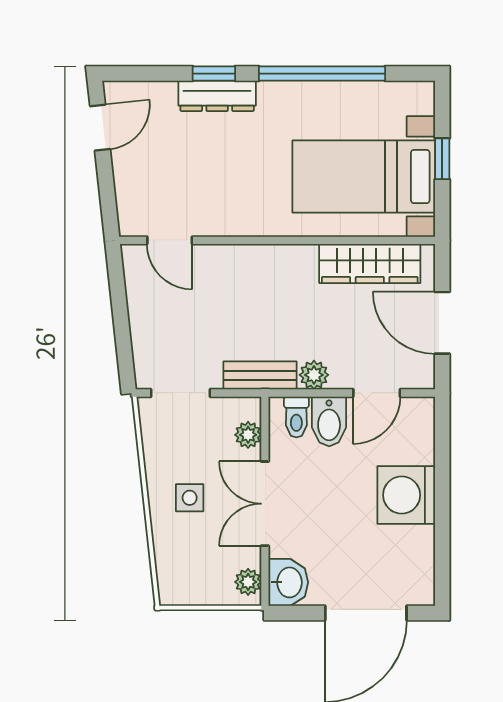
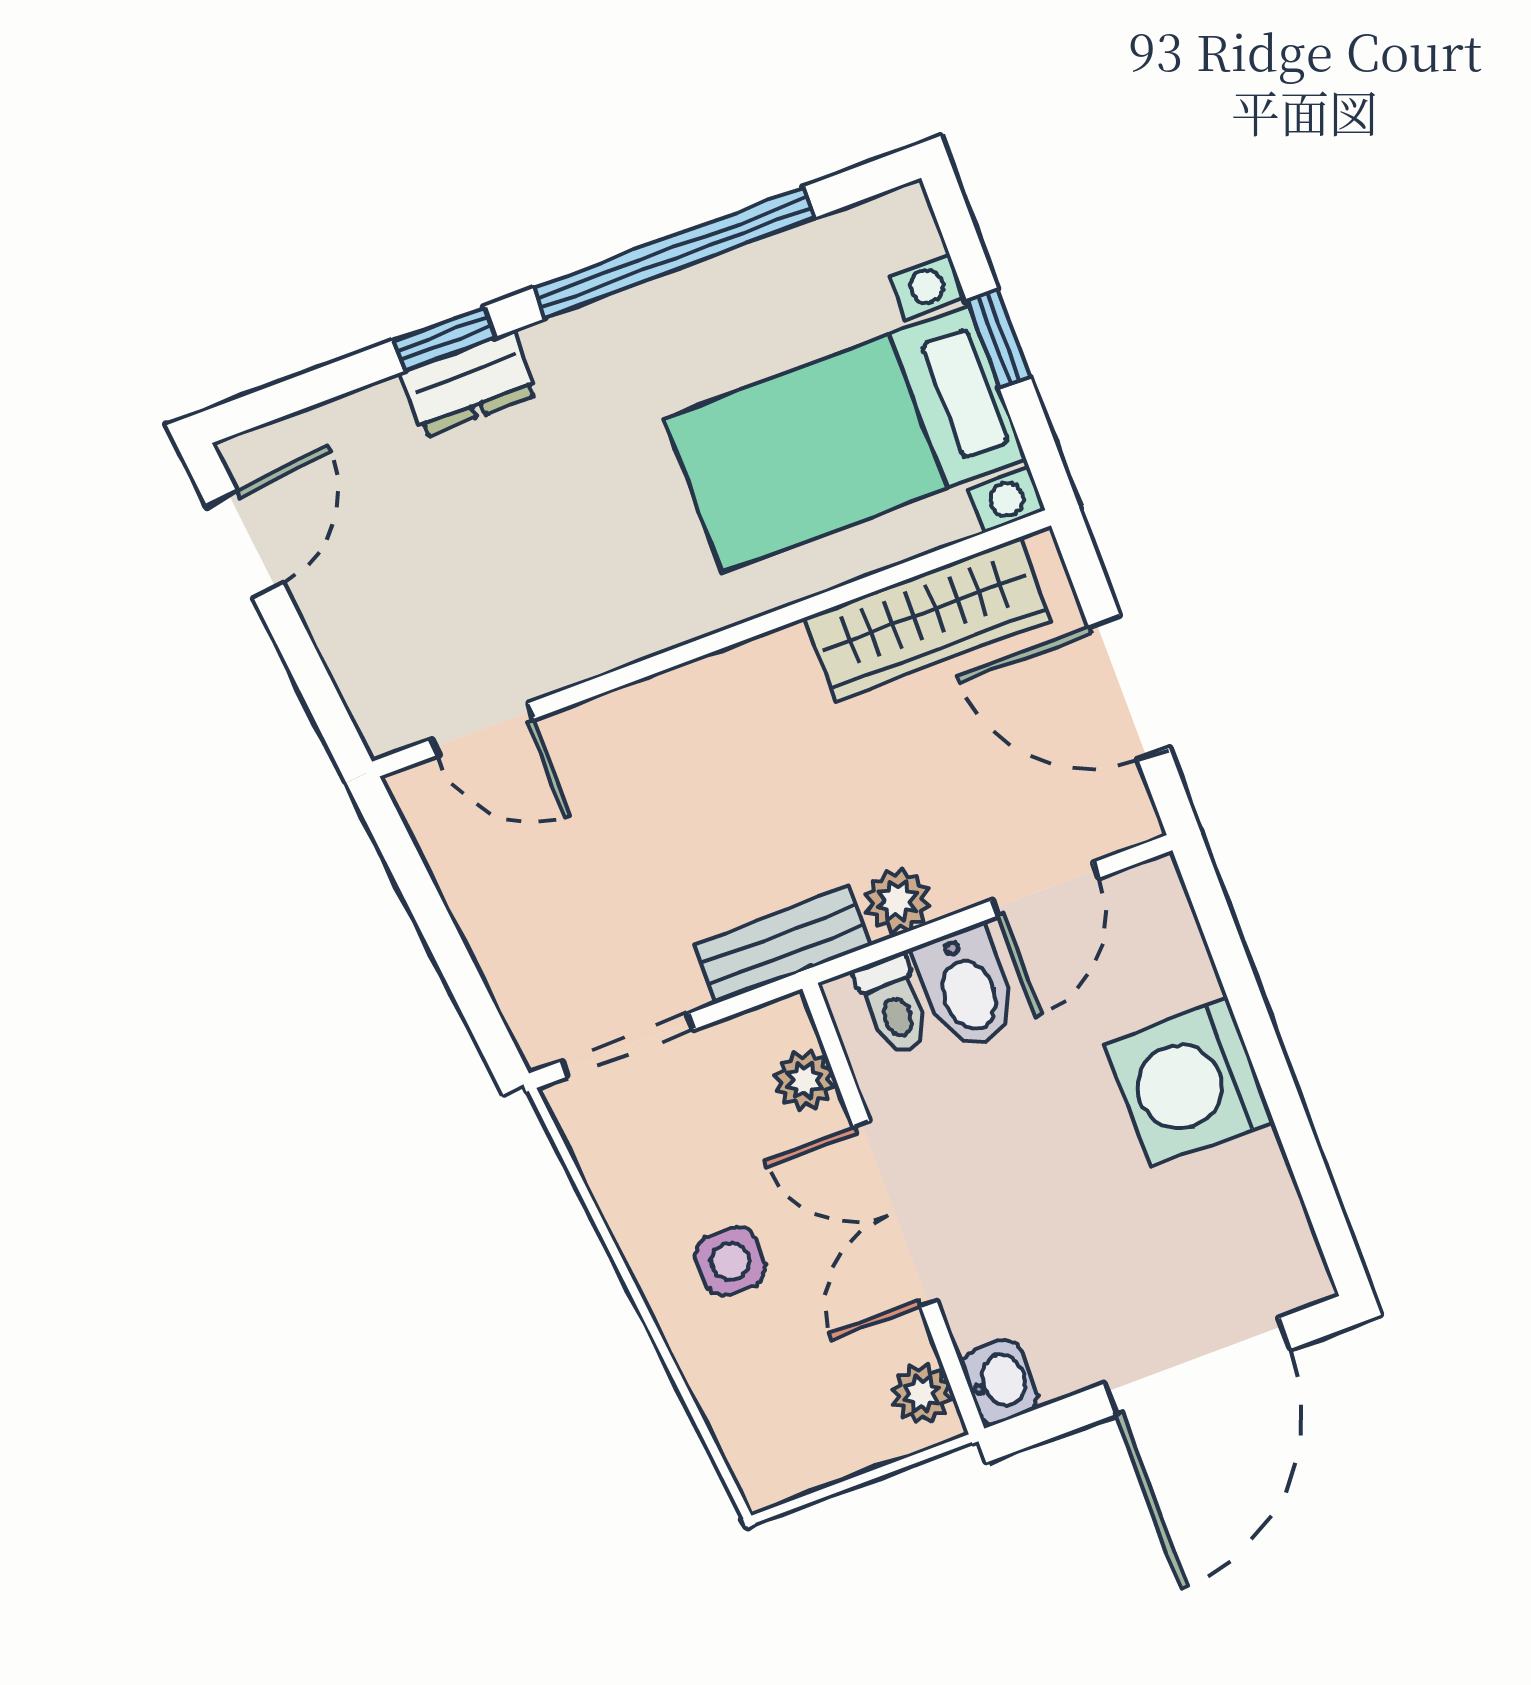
dresser: (217, 96) -> (469, 384), width x0.70
washbasin: (288, 582) -> (1000, 1382), width x0.72, depth x0.69

